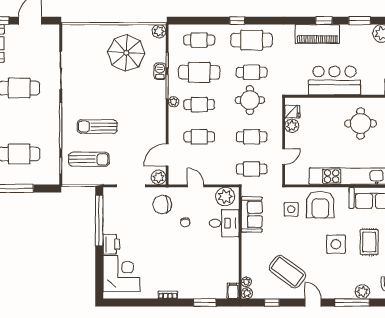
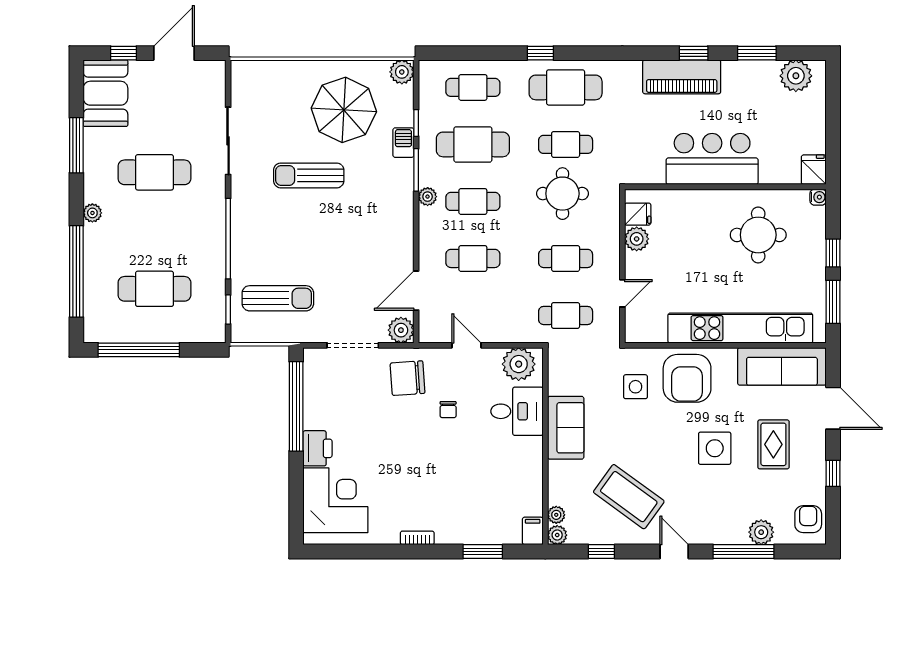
sun lounger: (97, 127) -> (309, 175), moved
sofa: (252, 214) -> (566, 428), moved

